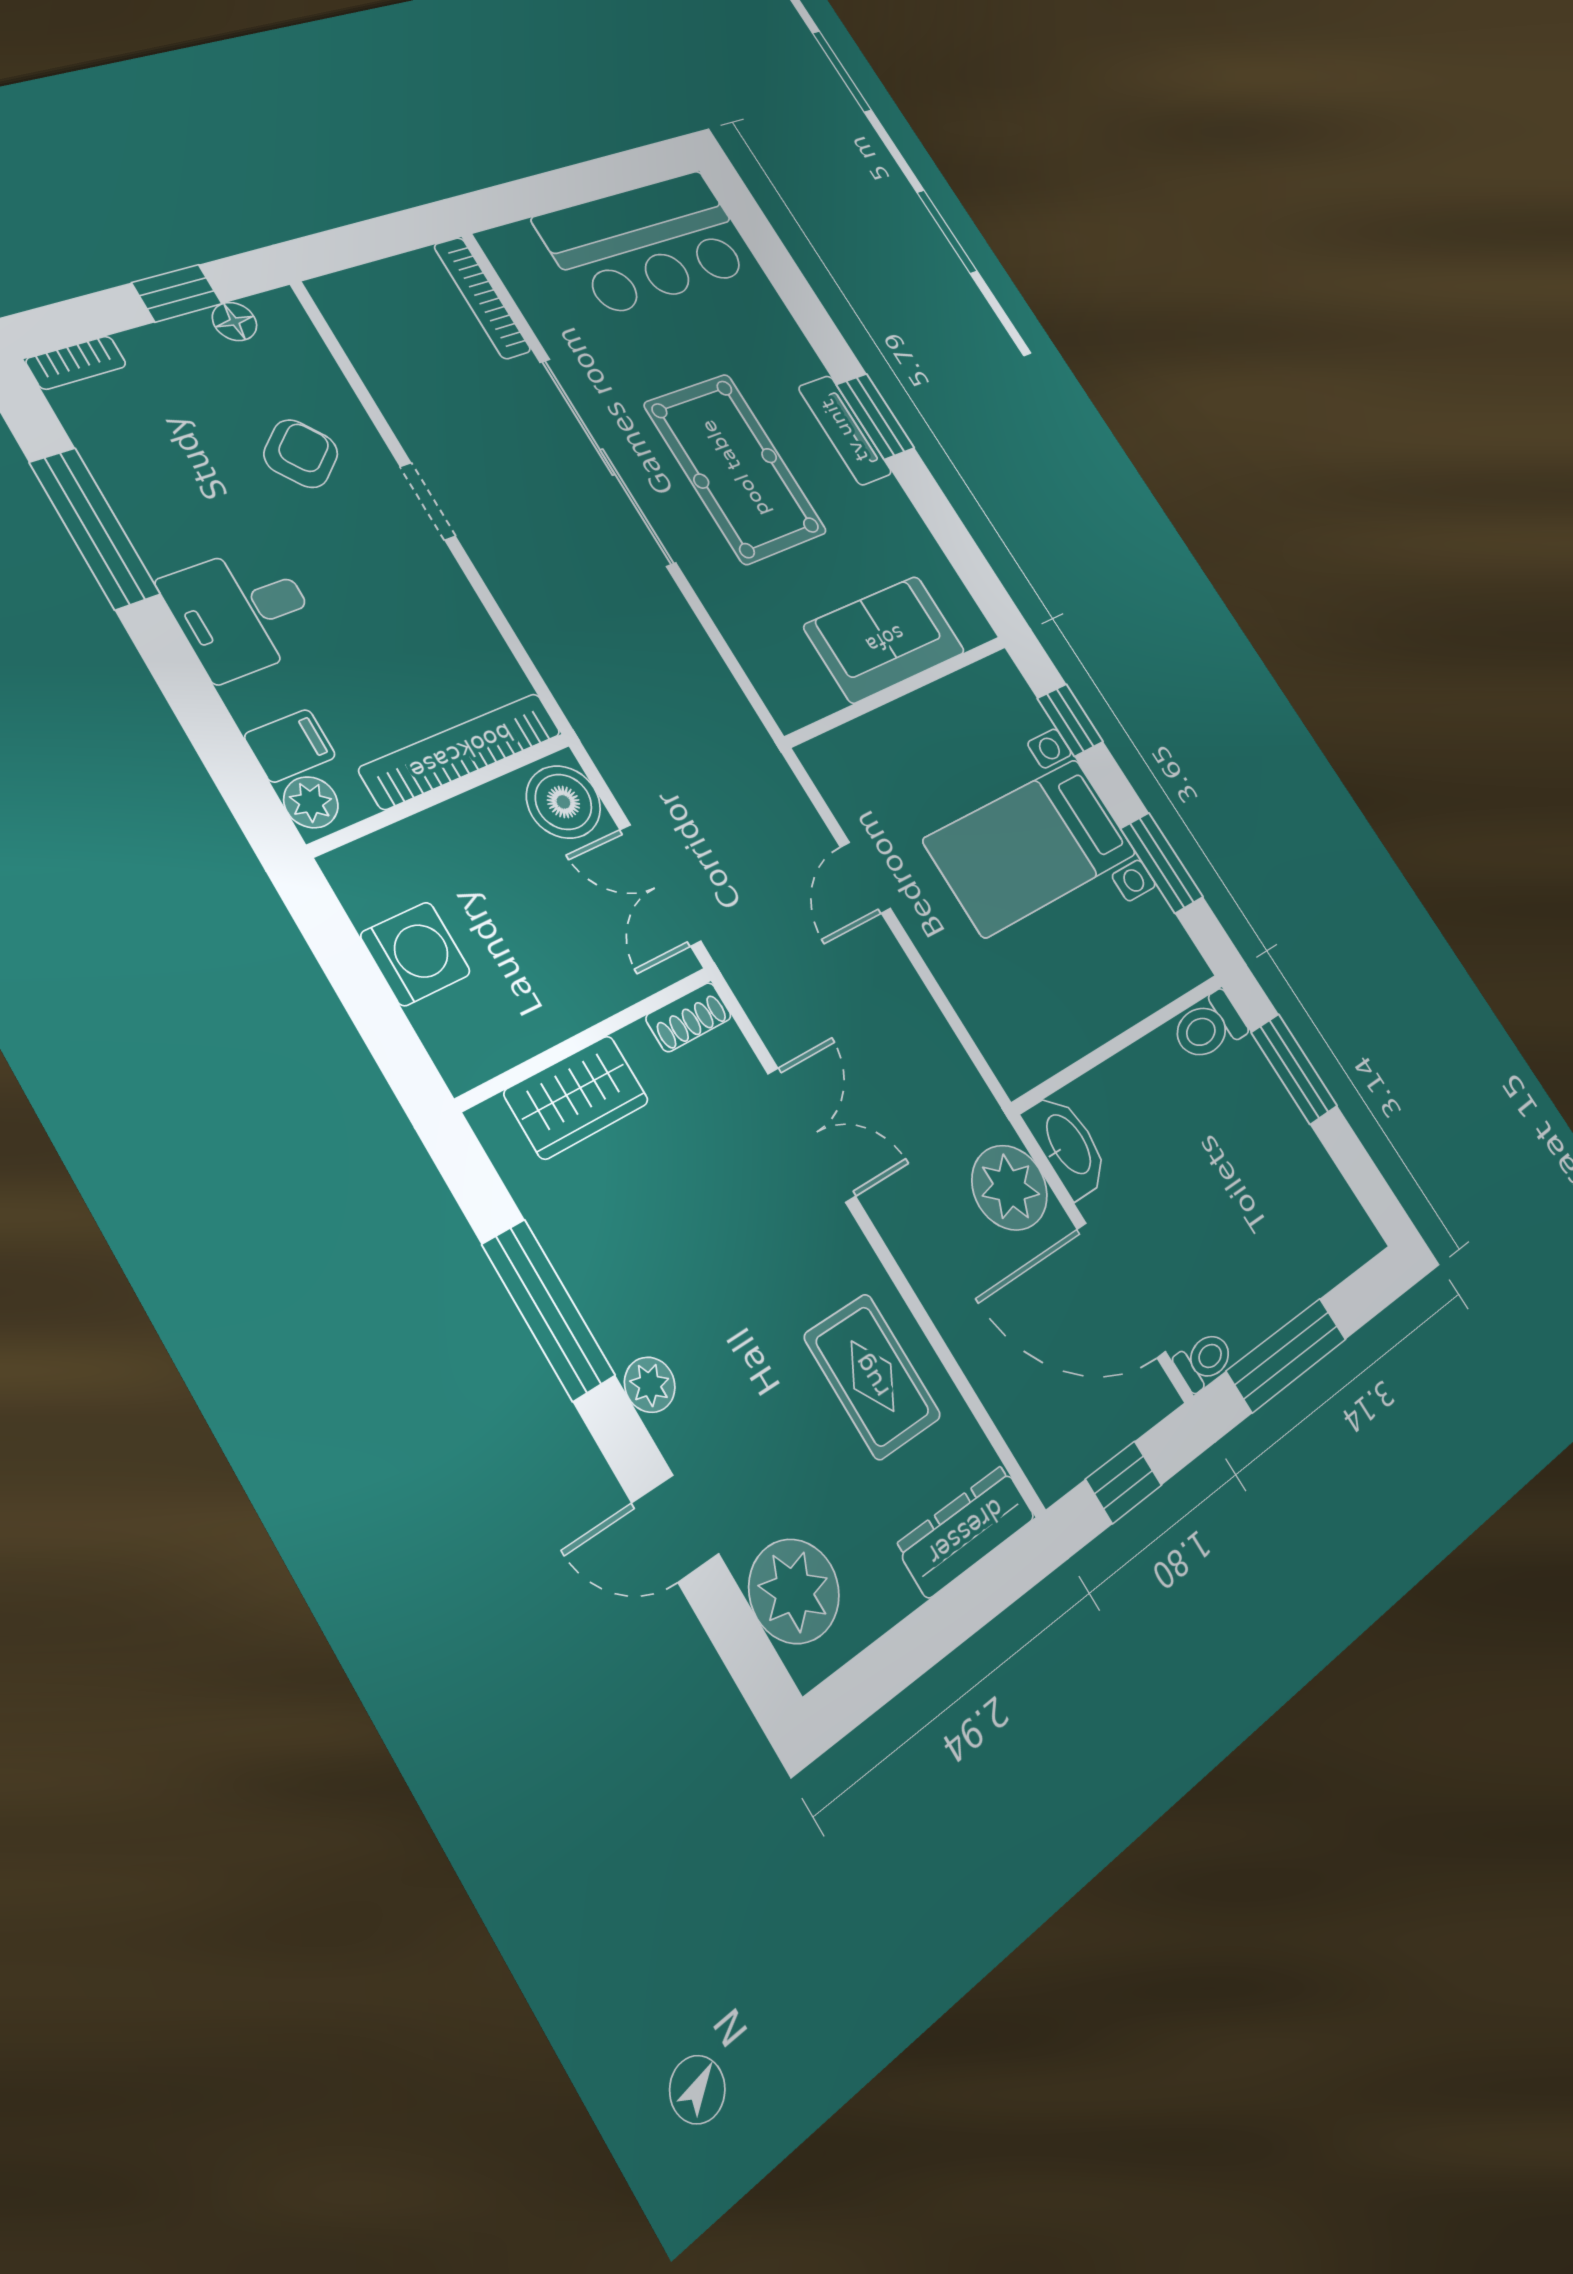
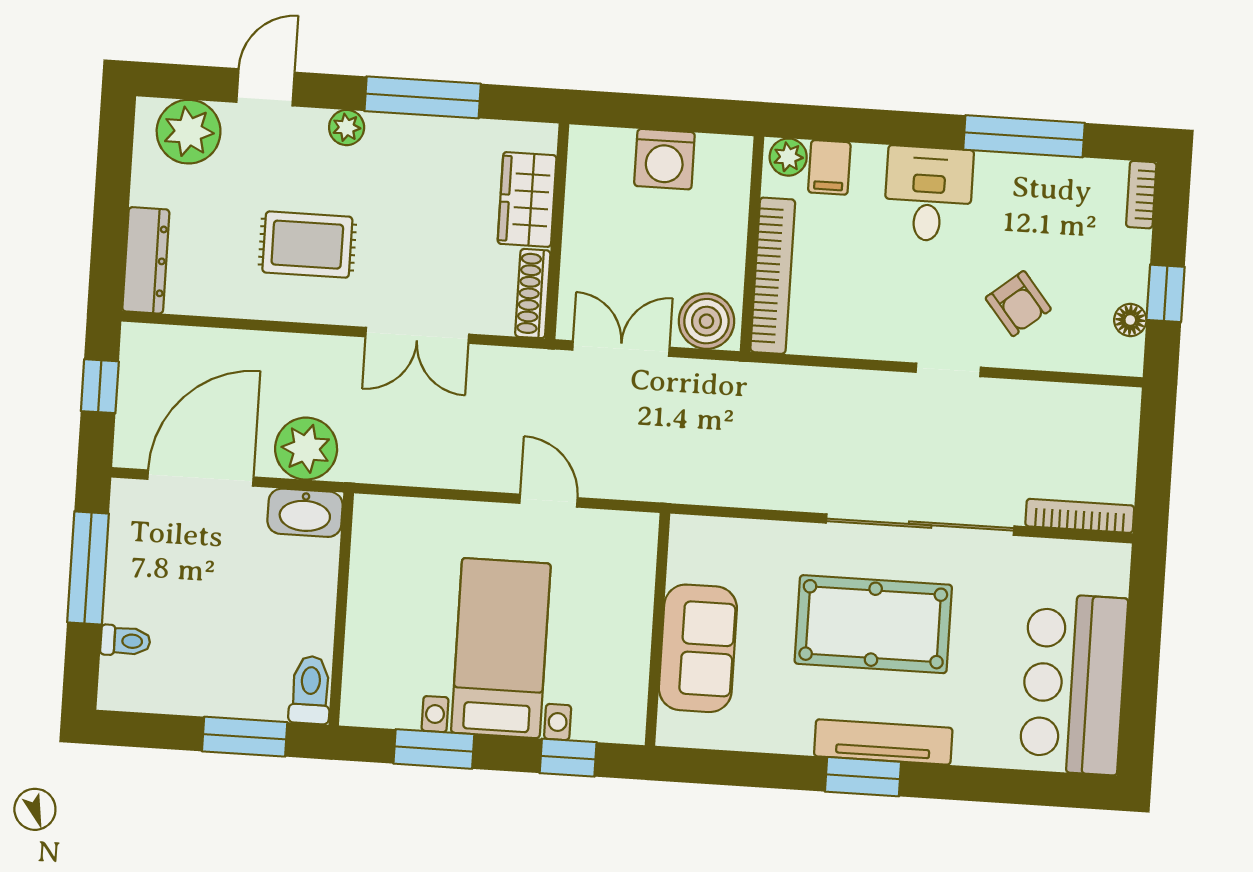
tv unit: (845, 430) -> (883, 742), width x1.41
shoe rack: (689, 1017) -> (533, 294), width x1.43
toilet: (1204, 1361) -> (125, 641), moved, turned -90
rug: (872, 1376) -> (307, 245), moved

